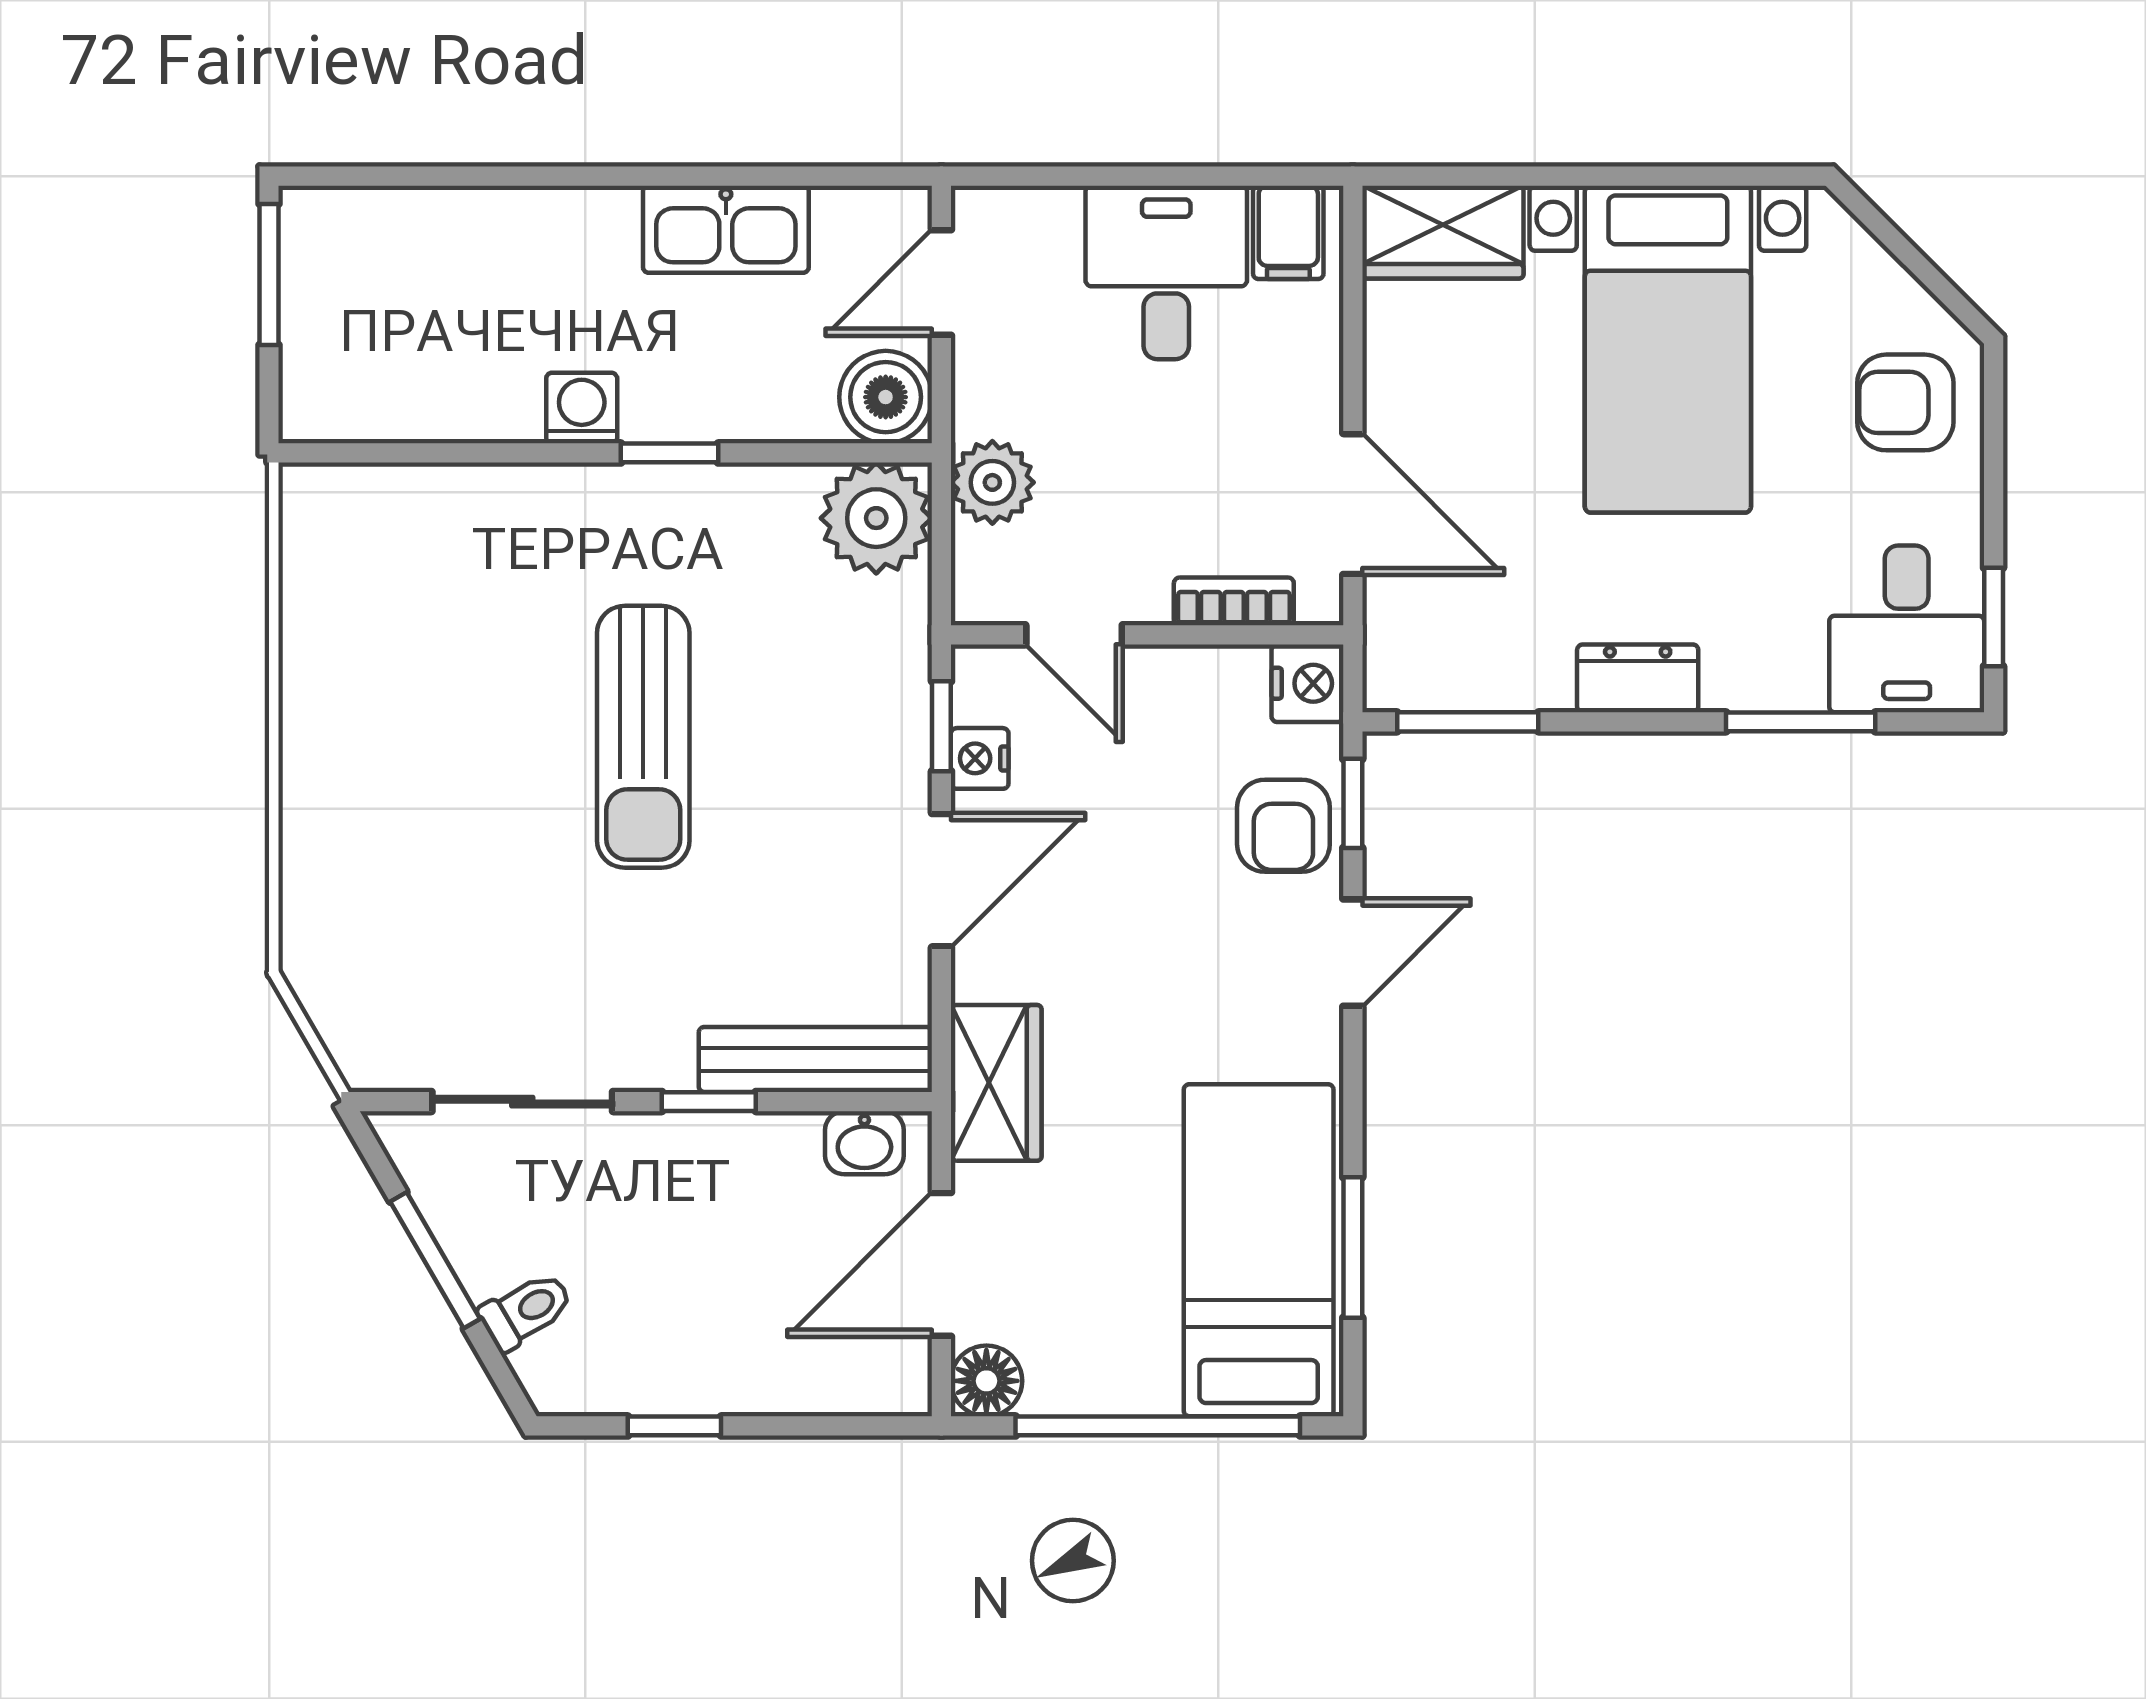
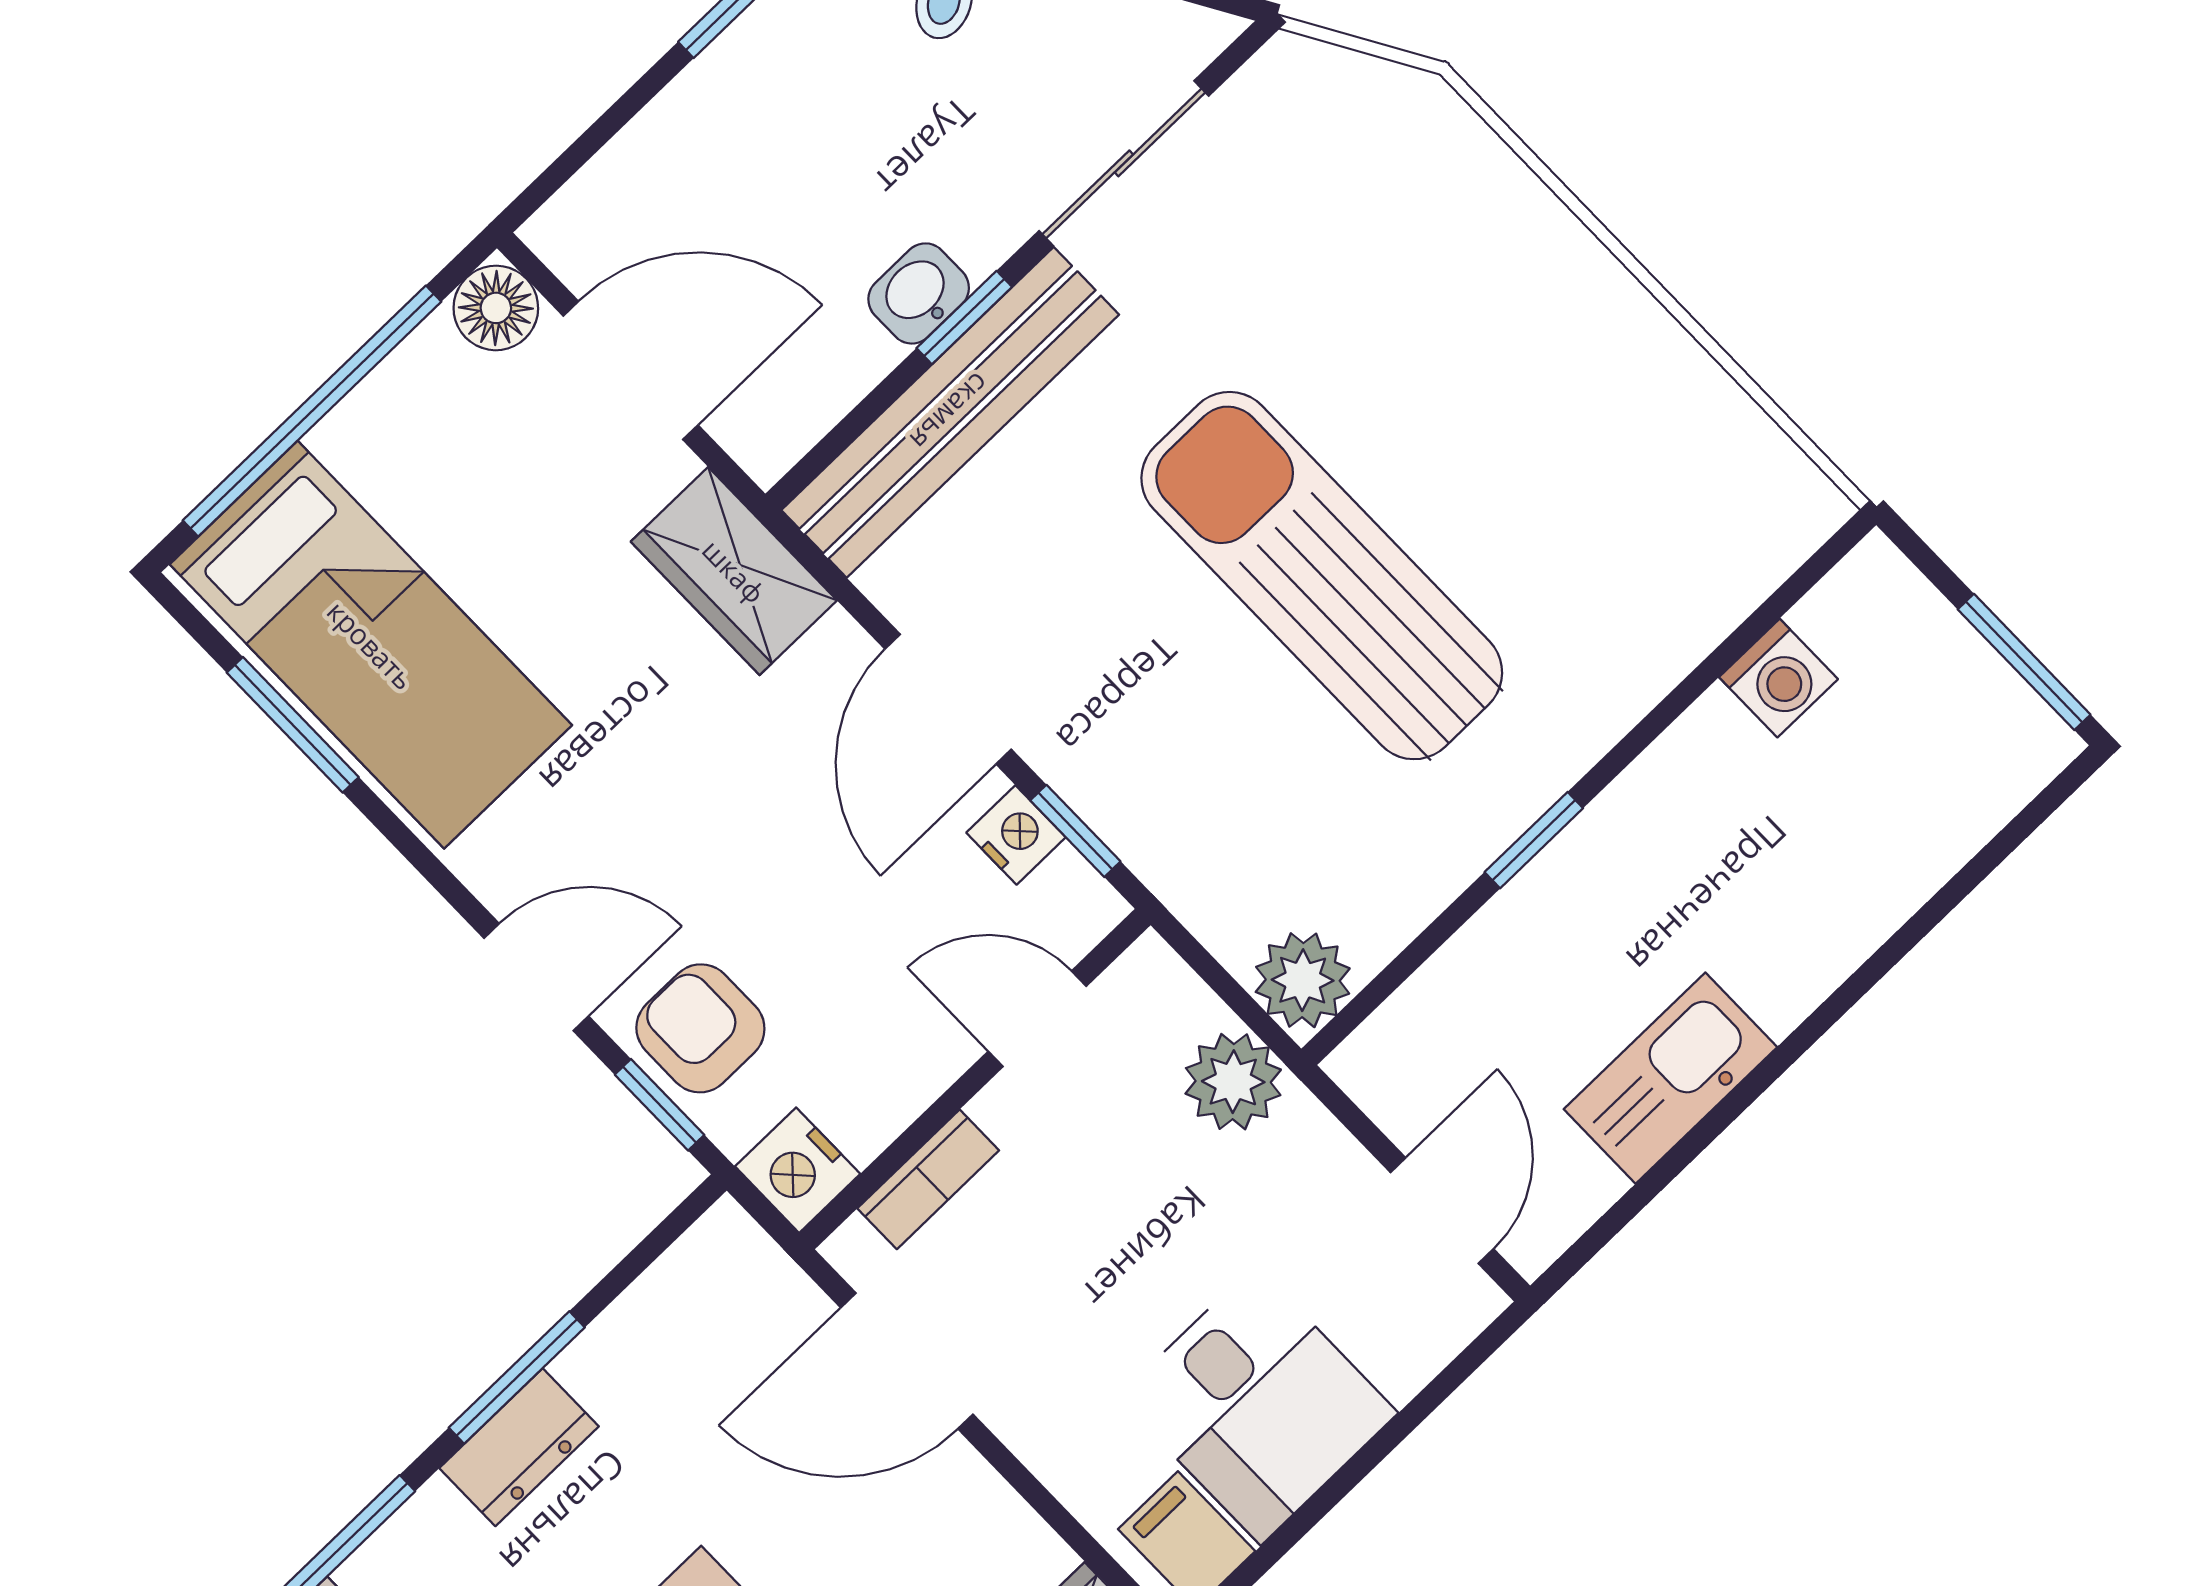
boiler: (886, 397) -> (1395, 1066), removed
washing machine: (582, 408) -> (1778, 678), moved
plant: (876, 518) -> (1303, 980), width x0.73, depth x0.73
window: (1468, 722) -> (517, 1378), moved
sun lounger: (643, 737) -> (1322, 576), width x1.36, depth x1.34
door: (1353, 953) -> (536, 977), swing flipped
bench: (815, 1059) -> (950, 412), width x1.37, depth x1.21
washbasin: (864, 1143) -> (919, 293), moved
door: (941, 1264) -> (631, 370), hinge flipped

